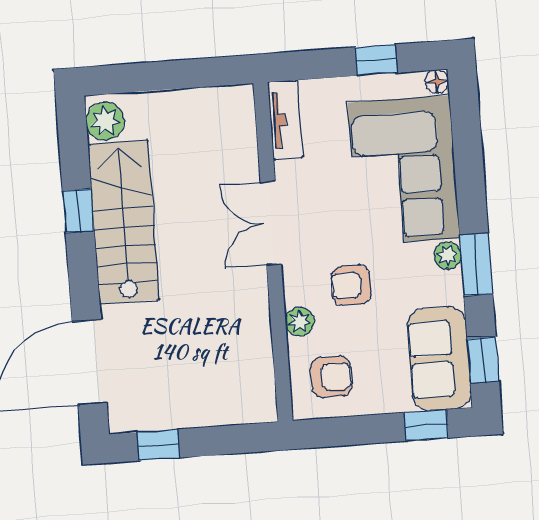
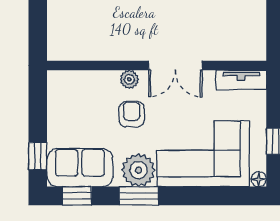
double door: (271, 223) -> (175, 65), swing flipped
plant: (448, 255) -> (138, 170), width x1.88, depth x1.88
plant: (300, 322) -> (129, 79), moved
armchair: (331, 377) -> (73, 97), removed

